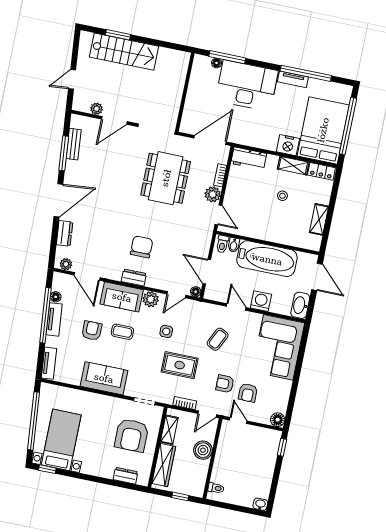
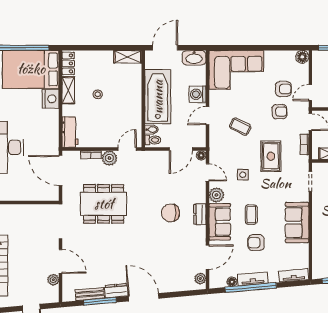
shelving: (319, 219) -> (128, 57), moved
dresser: (65, 233) -> (116, 291), moved
armchair: (225, 384) -> (279, 112), turned -90

